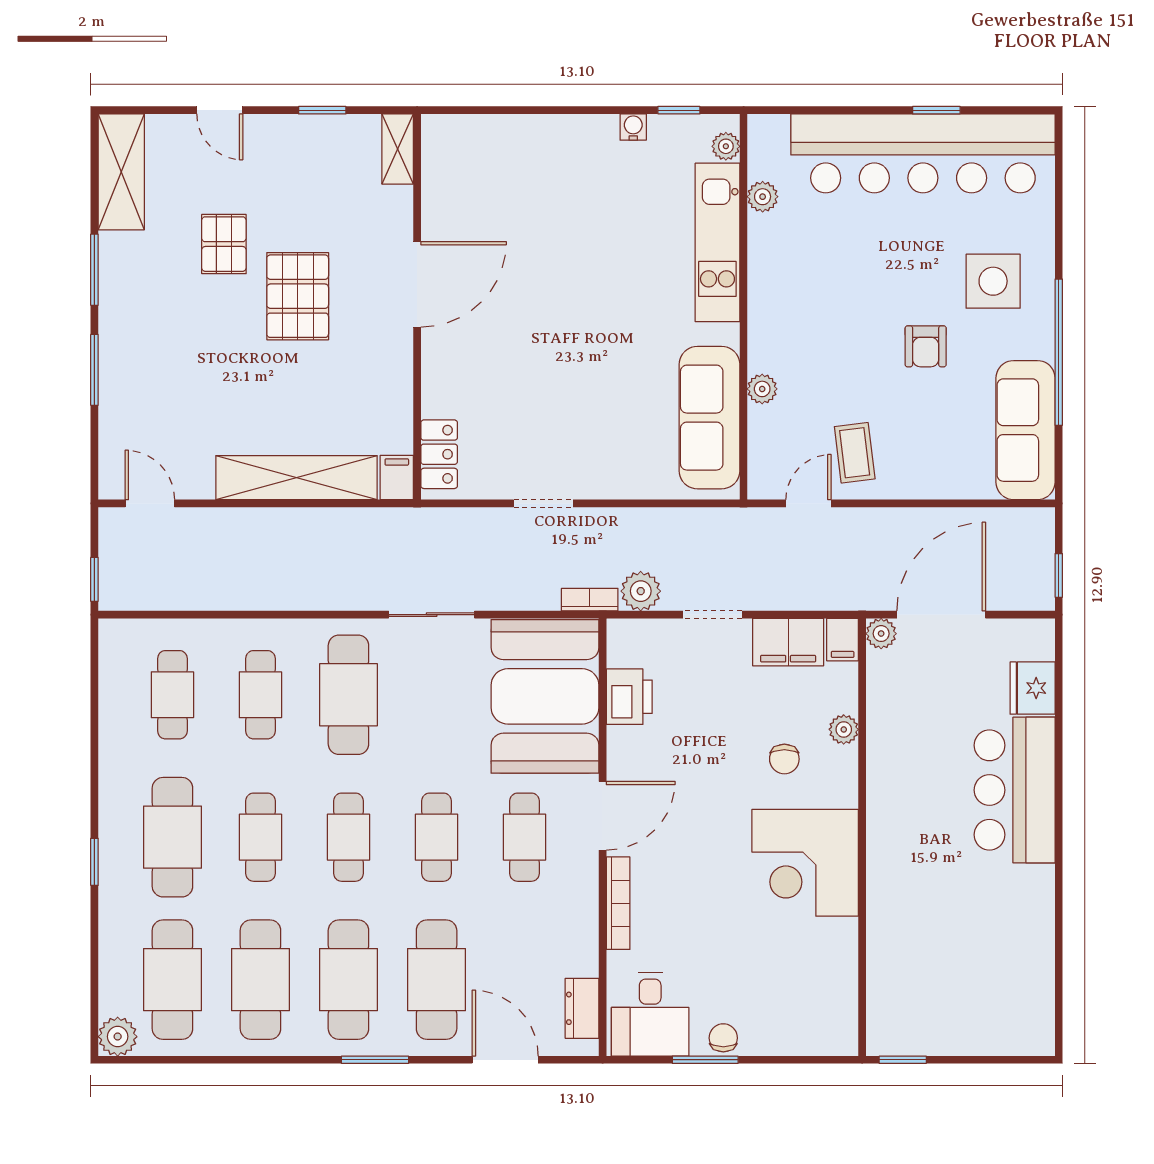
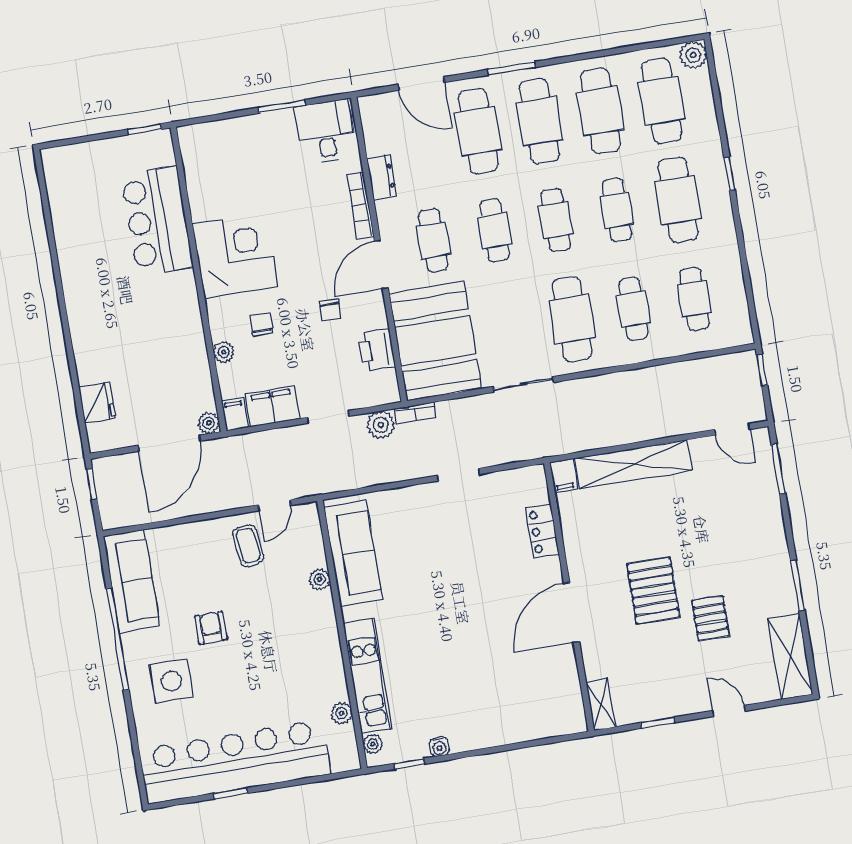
window: (94, 370) -> (778, 469), moved
locker: (439, 454) -> (542, 531), moved
bar counter: (1015, 790) -> (157, 221), moved, turned 180
dresser: (582, 1008) -> (382, 177), moved
chair: (723, 1038) -> (330, 310), moved

